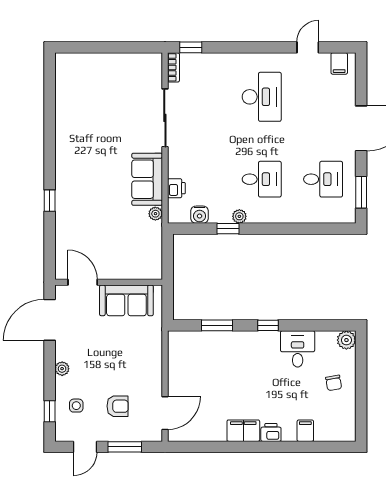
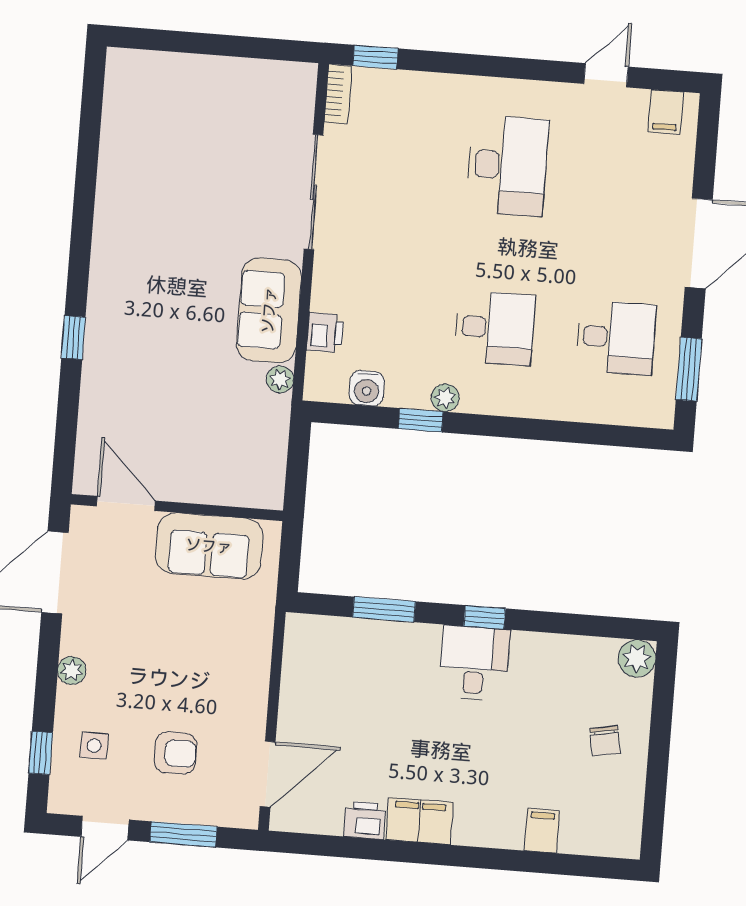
desk: (298, 349) -> (474, 663), moved
printer: (271, 432) -> (365, 820), moved

